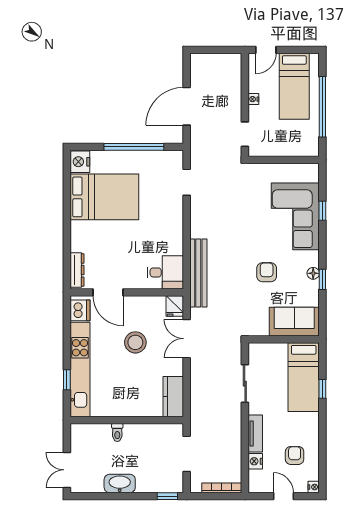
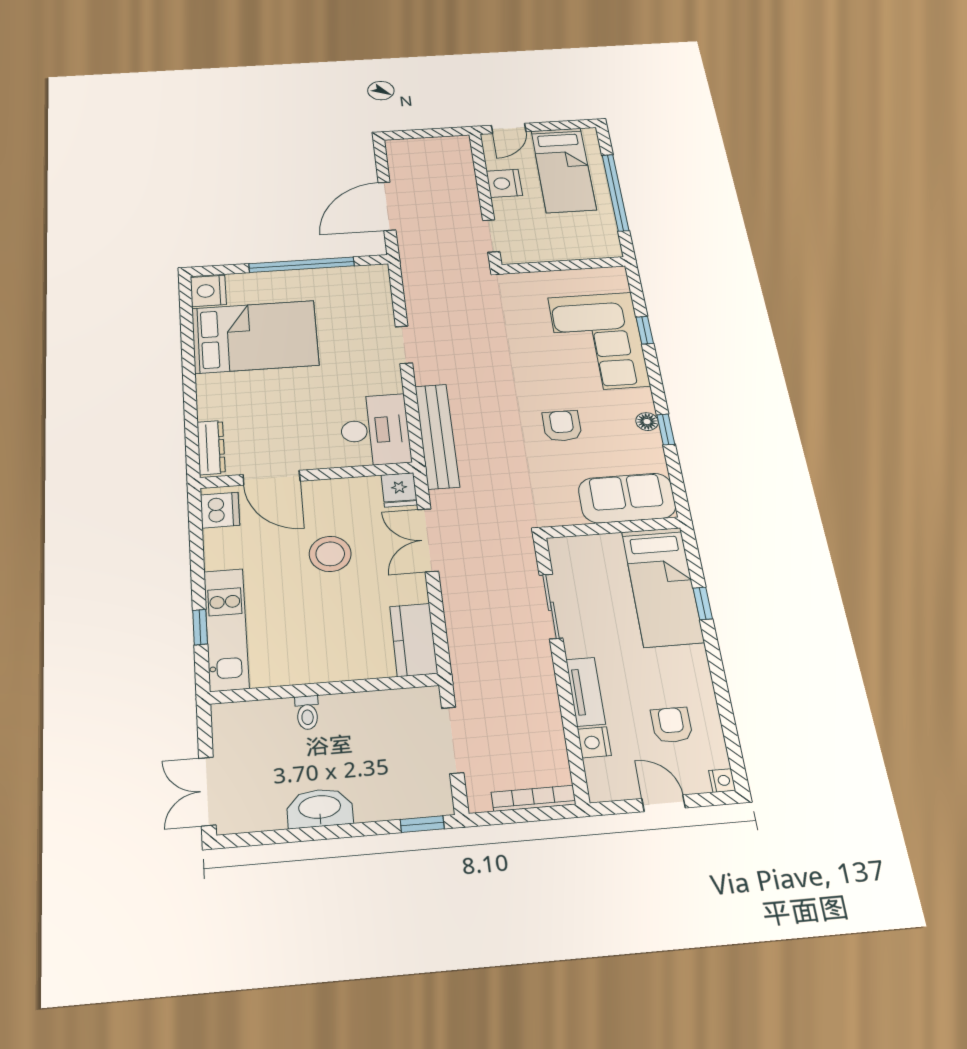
nightstand: (253, 99) -> (504, 183), width x1.89, depth x1.79
doorway: (187, 182) -> (404, 345), moved
desk: (165, 272) -> (375, 430), width x1.37
kitchen unit: (80, 370) -> (226, 629), width x0.73

